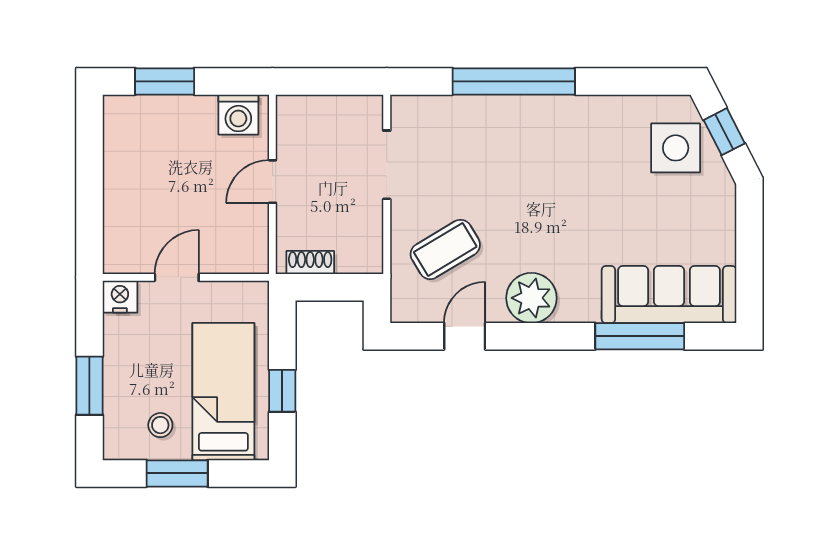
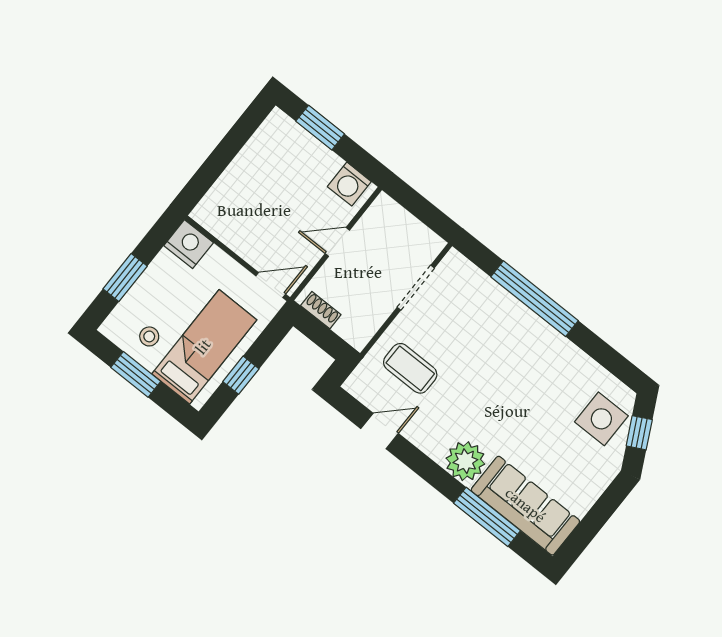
coffee table: (445, 249) -> (410, 368), turned 31
door: (177, 277) -> (271, 285), moved
nightstand: (120, 297) -> (189, 244), width x1.36, depth x1.33
plant: (531, 298) -> (465, 461), moved

